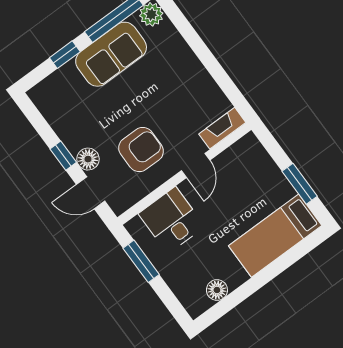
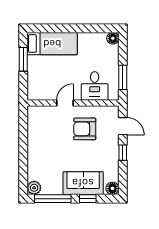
sofa: (111, 54) -> (83, 183), moved
fireplace: (222, 128) -> (40, 111), removed
floor lamp: (88, 159) -> (112, 188), moved
floor lamp: (217, 290) -> (113, 38), moved

